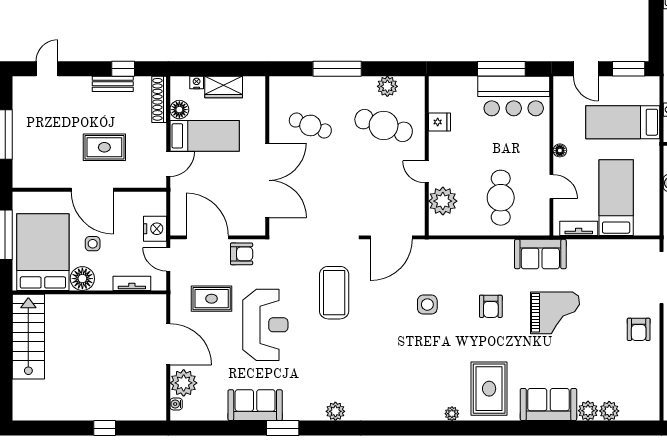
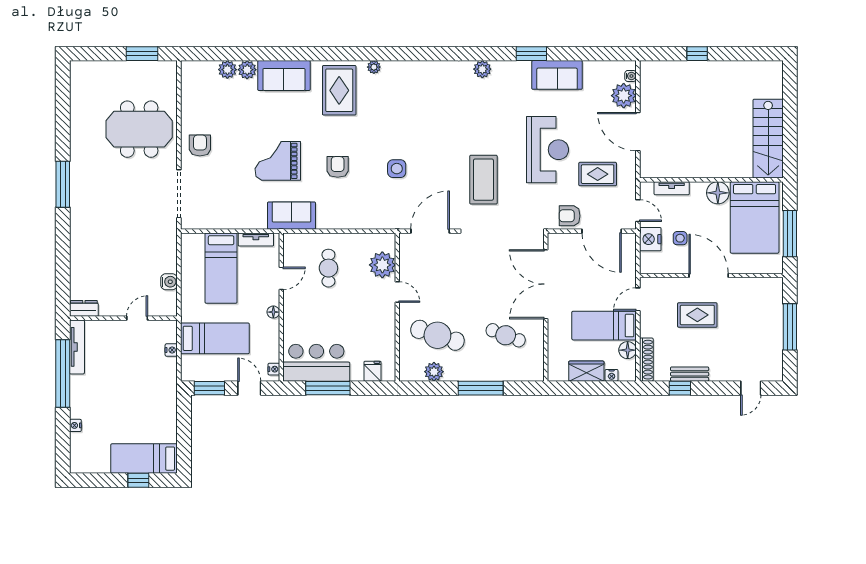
nightstand: (559, 89) -> (274, 369), added
fridge: (439, 122) -> (373, 371), moved, turned 90
door: (551, 187) -> (281, 278), swing flipped
cafe table: (501, 198) -> (328, 268), width x0.73, depth x0.74
side table: (93, 244) -> (680, 238), moved
reception desk: (265, 325) -> (548, 150), turned 180

